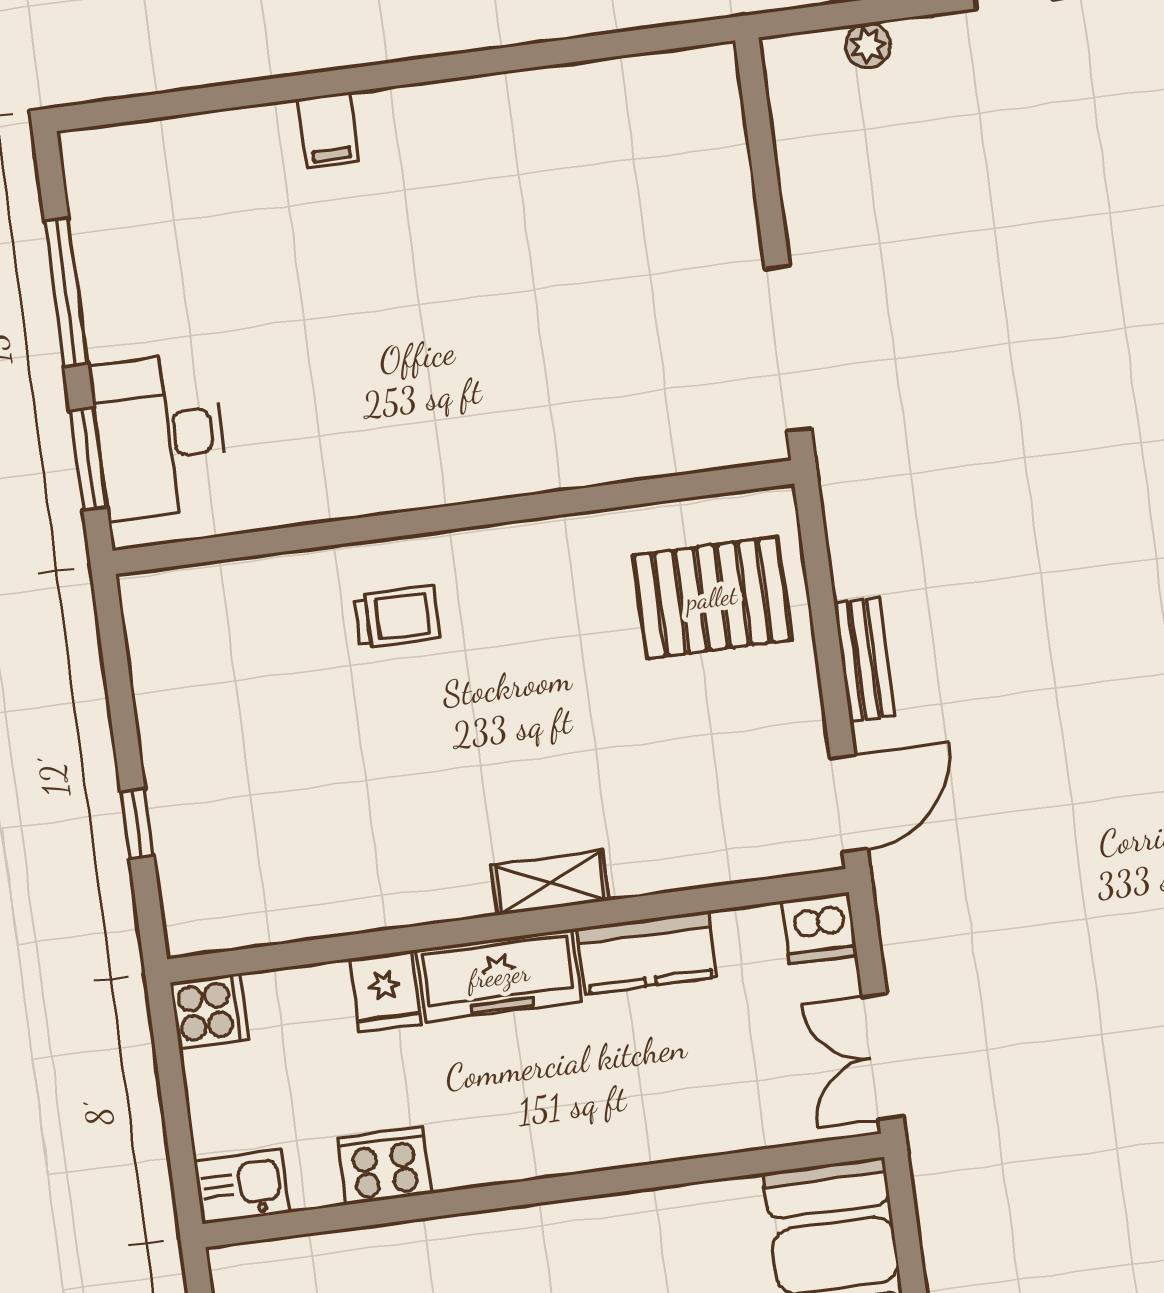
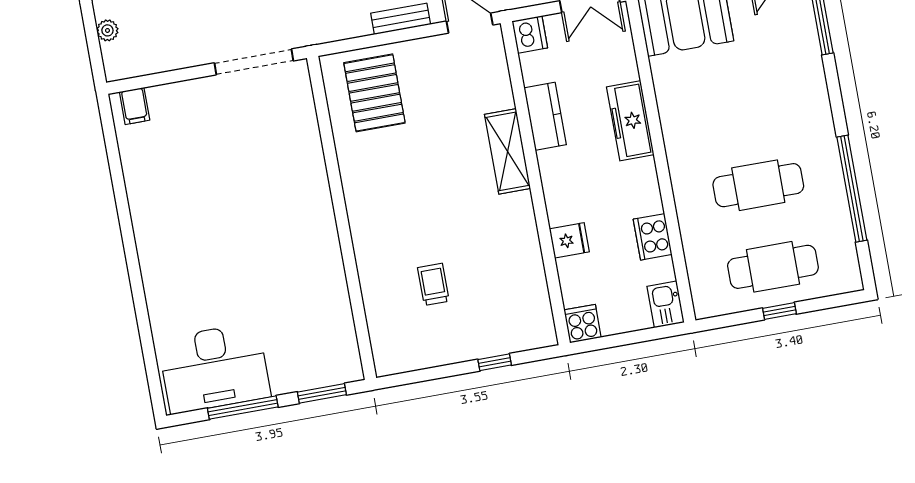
filing cabinet: (328, 130) -> (135, 106), moved, turned 90
desk: (160, 436) -> (214, 368), moved, width x1.36, depth x1.30
trolley: (397, 617) -> (433, 284), moved
shelving: (550, 883) -> (508, 151), width x1.50, depth x1.33
freezer: (499, 976) -> (630, 121), moved, turned 180

